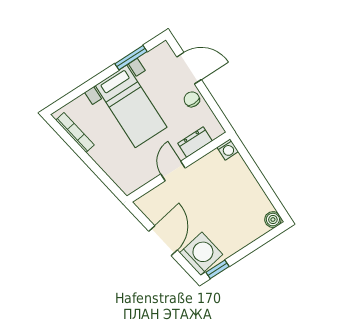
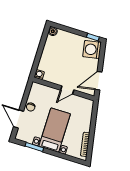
dresser: (195, 142) -> (47, 91), removed
door: (163, 241) -> (98, 81), moved

